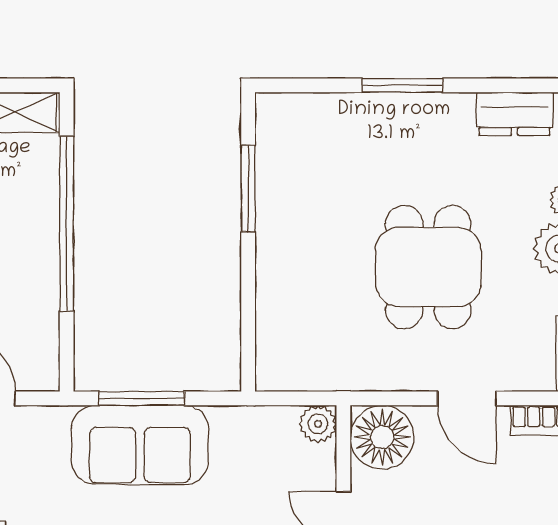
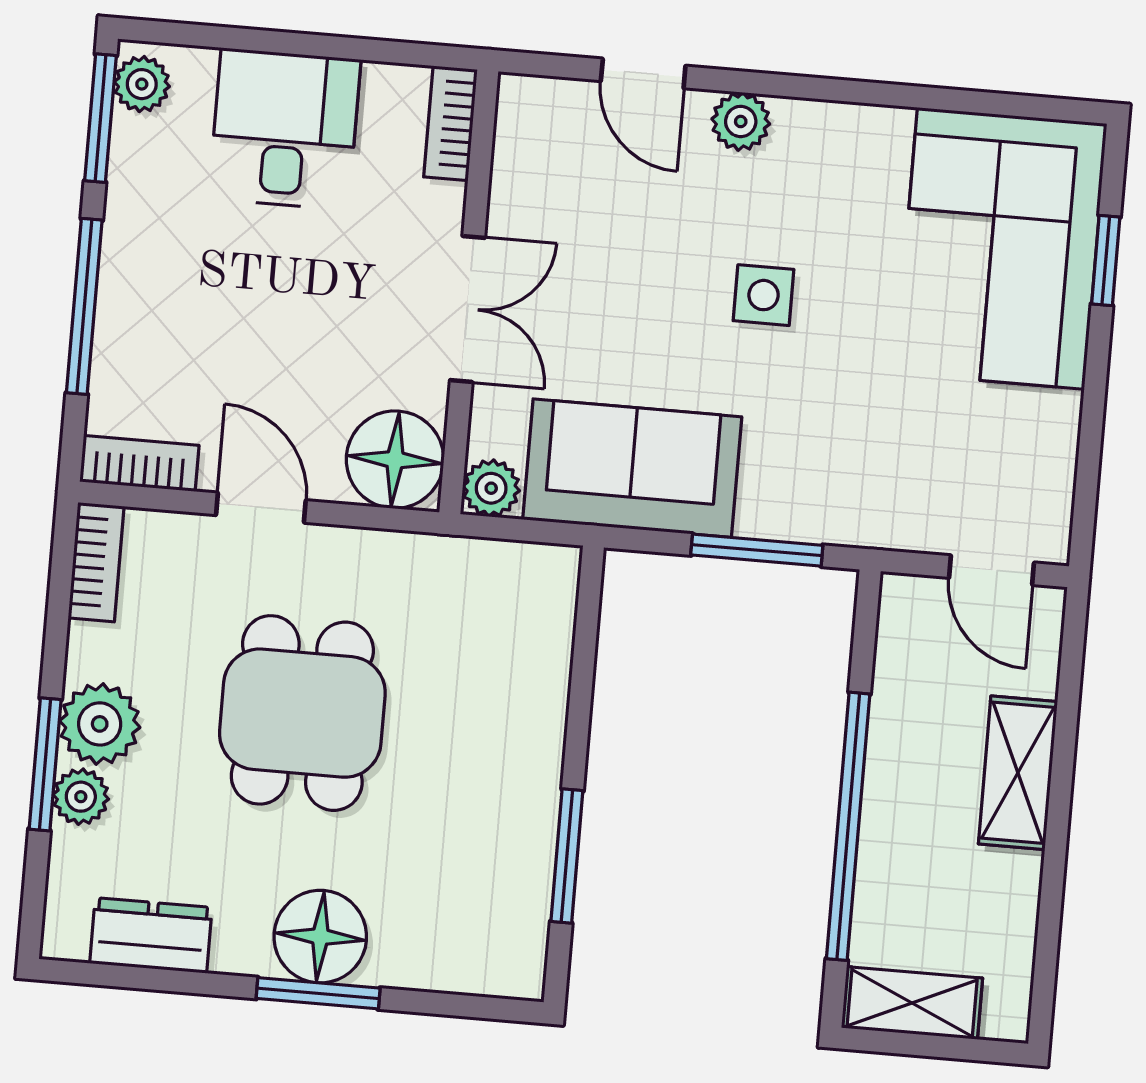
floor lamp: (404, 122) -> (320, 937), added
sofa: (140, 445) -> (632, 468), moved

